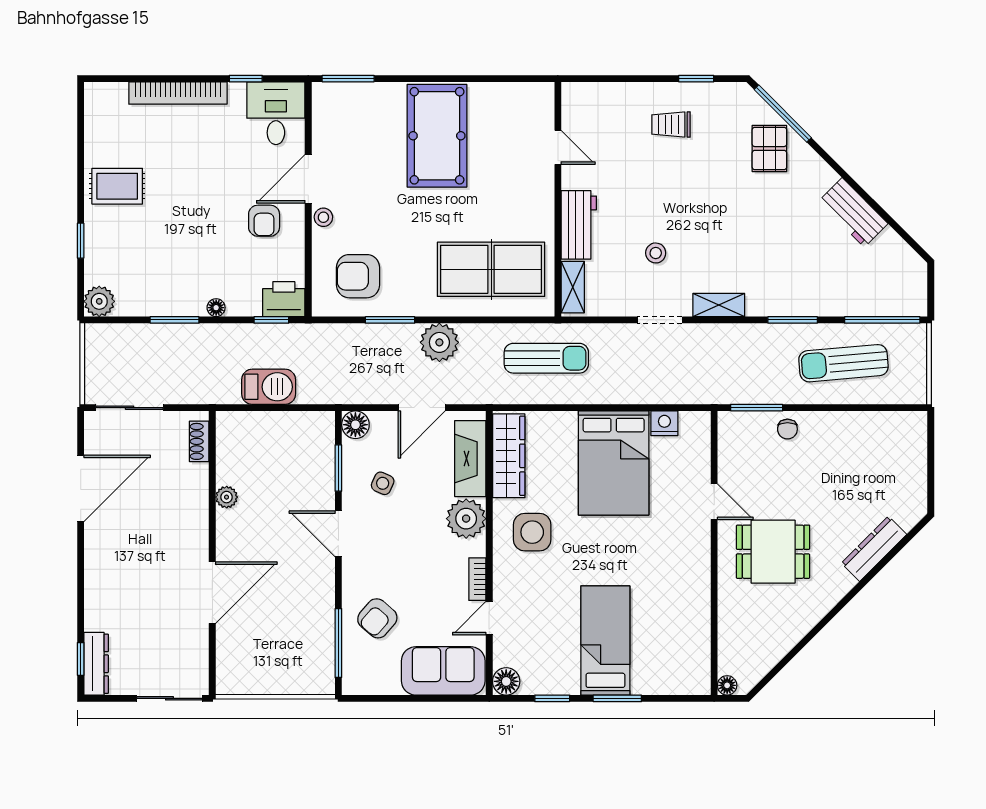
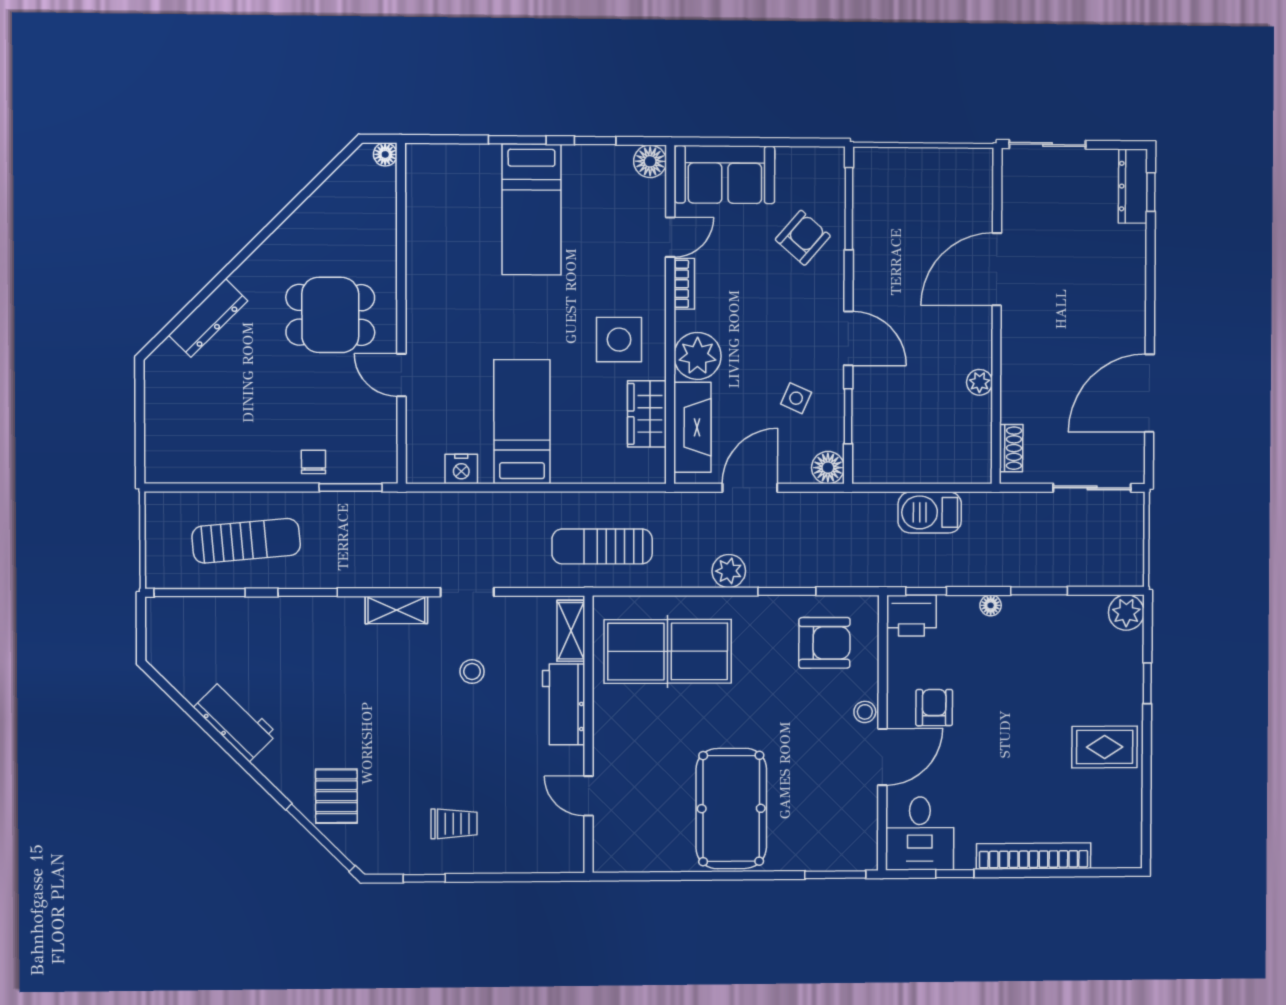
plant: (439, 342) -> (729, 571), width x0.73, depth x0.73
wardrobe: (509, 456) -> (647, 414), width x0.67
bed: (614, 463) -> (522, 422), width x0.67

